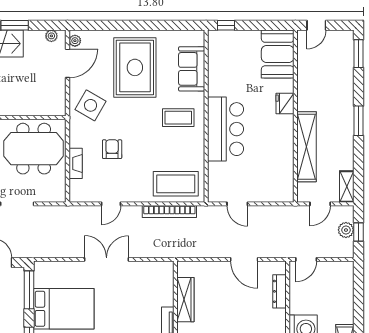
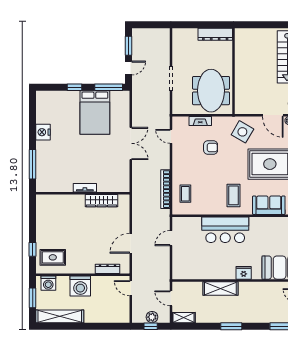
shelving: (306, 147) -> (220, 288), width x0.68
coffee table: (176, 184) -> (185, 194), width x0.54, depth x0.58
door: (111, 204) -> (171, 136), moved

